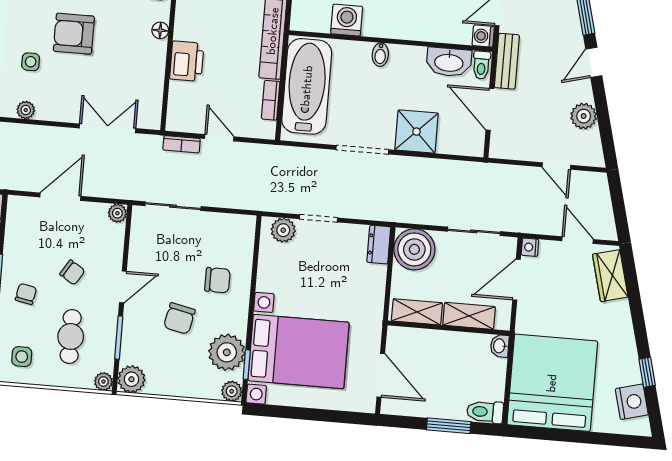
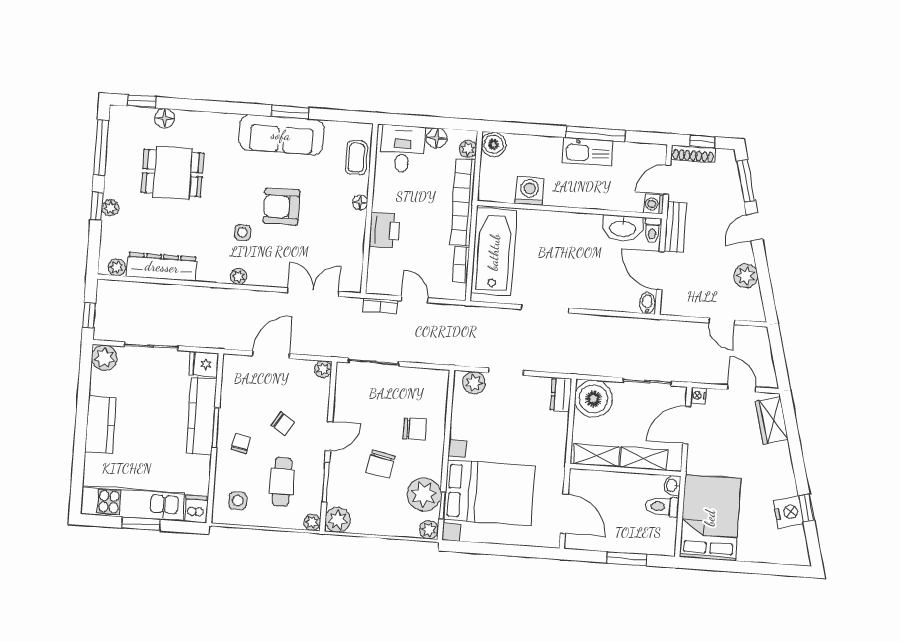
bidet: (380, 55) -> (647, 303), moved, turned 180
shower: (417, 132) -> (594, 292), removed
bed: (552, 383) -> (710, 518), width x0.73
nightstand: (632, 402) -> (789, 512), moved
toilet: (485, 412) -> (662, 506), moved

